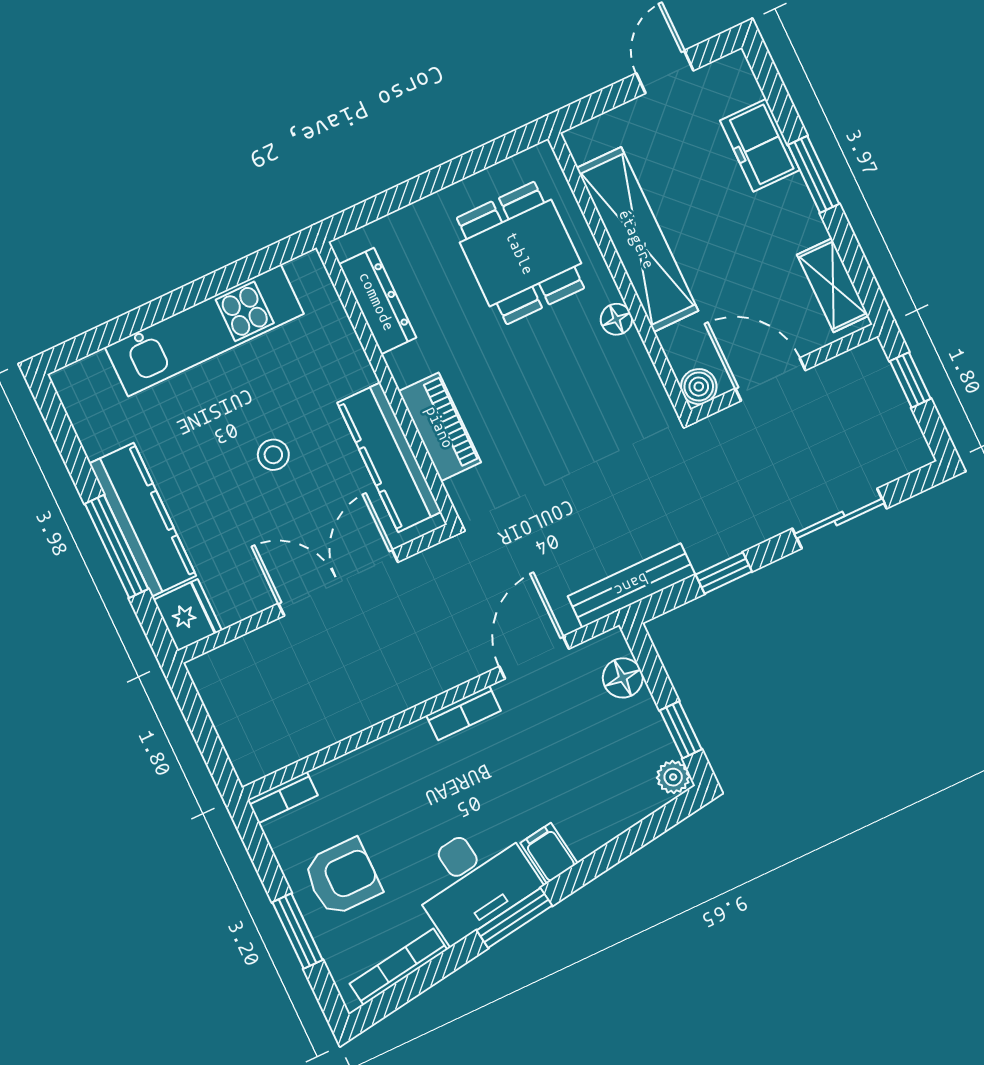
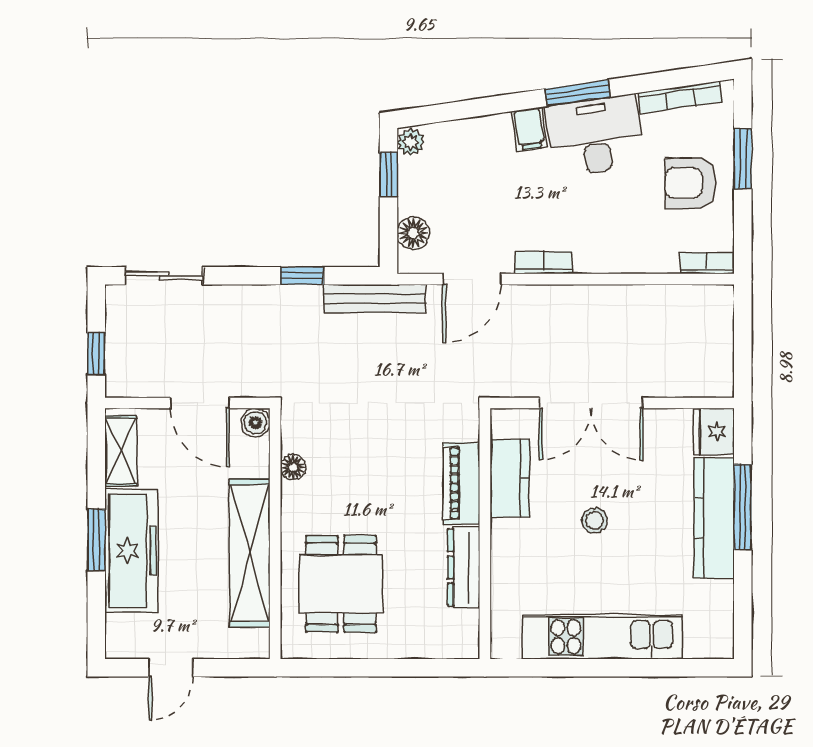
freezer: (760, 145) -> (131, 551), width x1.91, depth x1.26
dresser: (377, 301) -> (464, 567), moved
floor lamp: (616, 319) -> (293, 467), moved
kitchen counter: (389, 457) -> (510, 478), width x0.67
sliding door: (840, 518) -> (164, 276), moved

